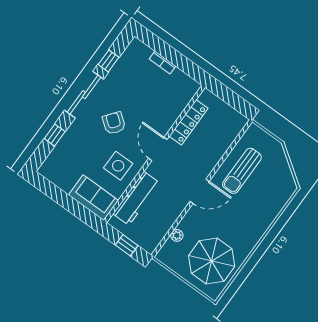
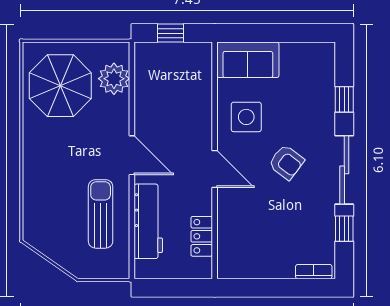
bookcase: (162, 63) -> (314, 272), moved
locker: (189, 122) -> (202, 236), width x0.66
door: (200, 191) -> (132, 155), swing flipped
workbench: (136, 198) -> (148, 221), moved, turned 180
plant: (177, 235) -> (114, 79), width x1.88, depth x1.88

